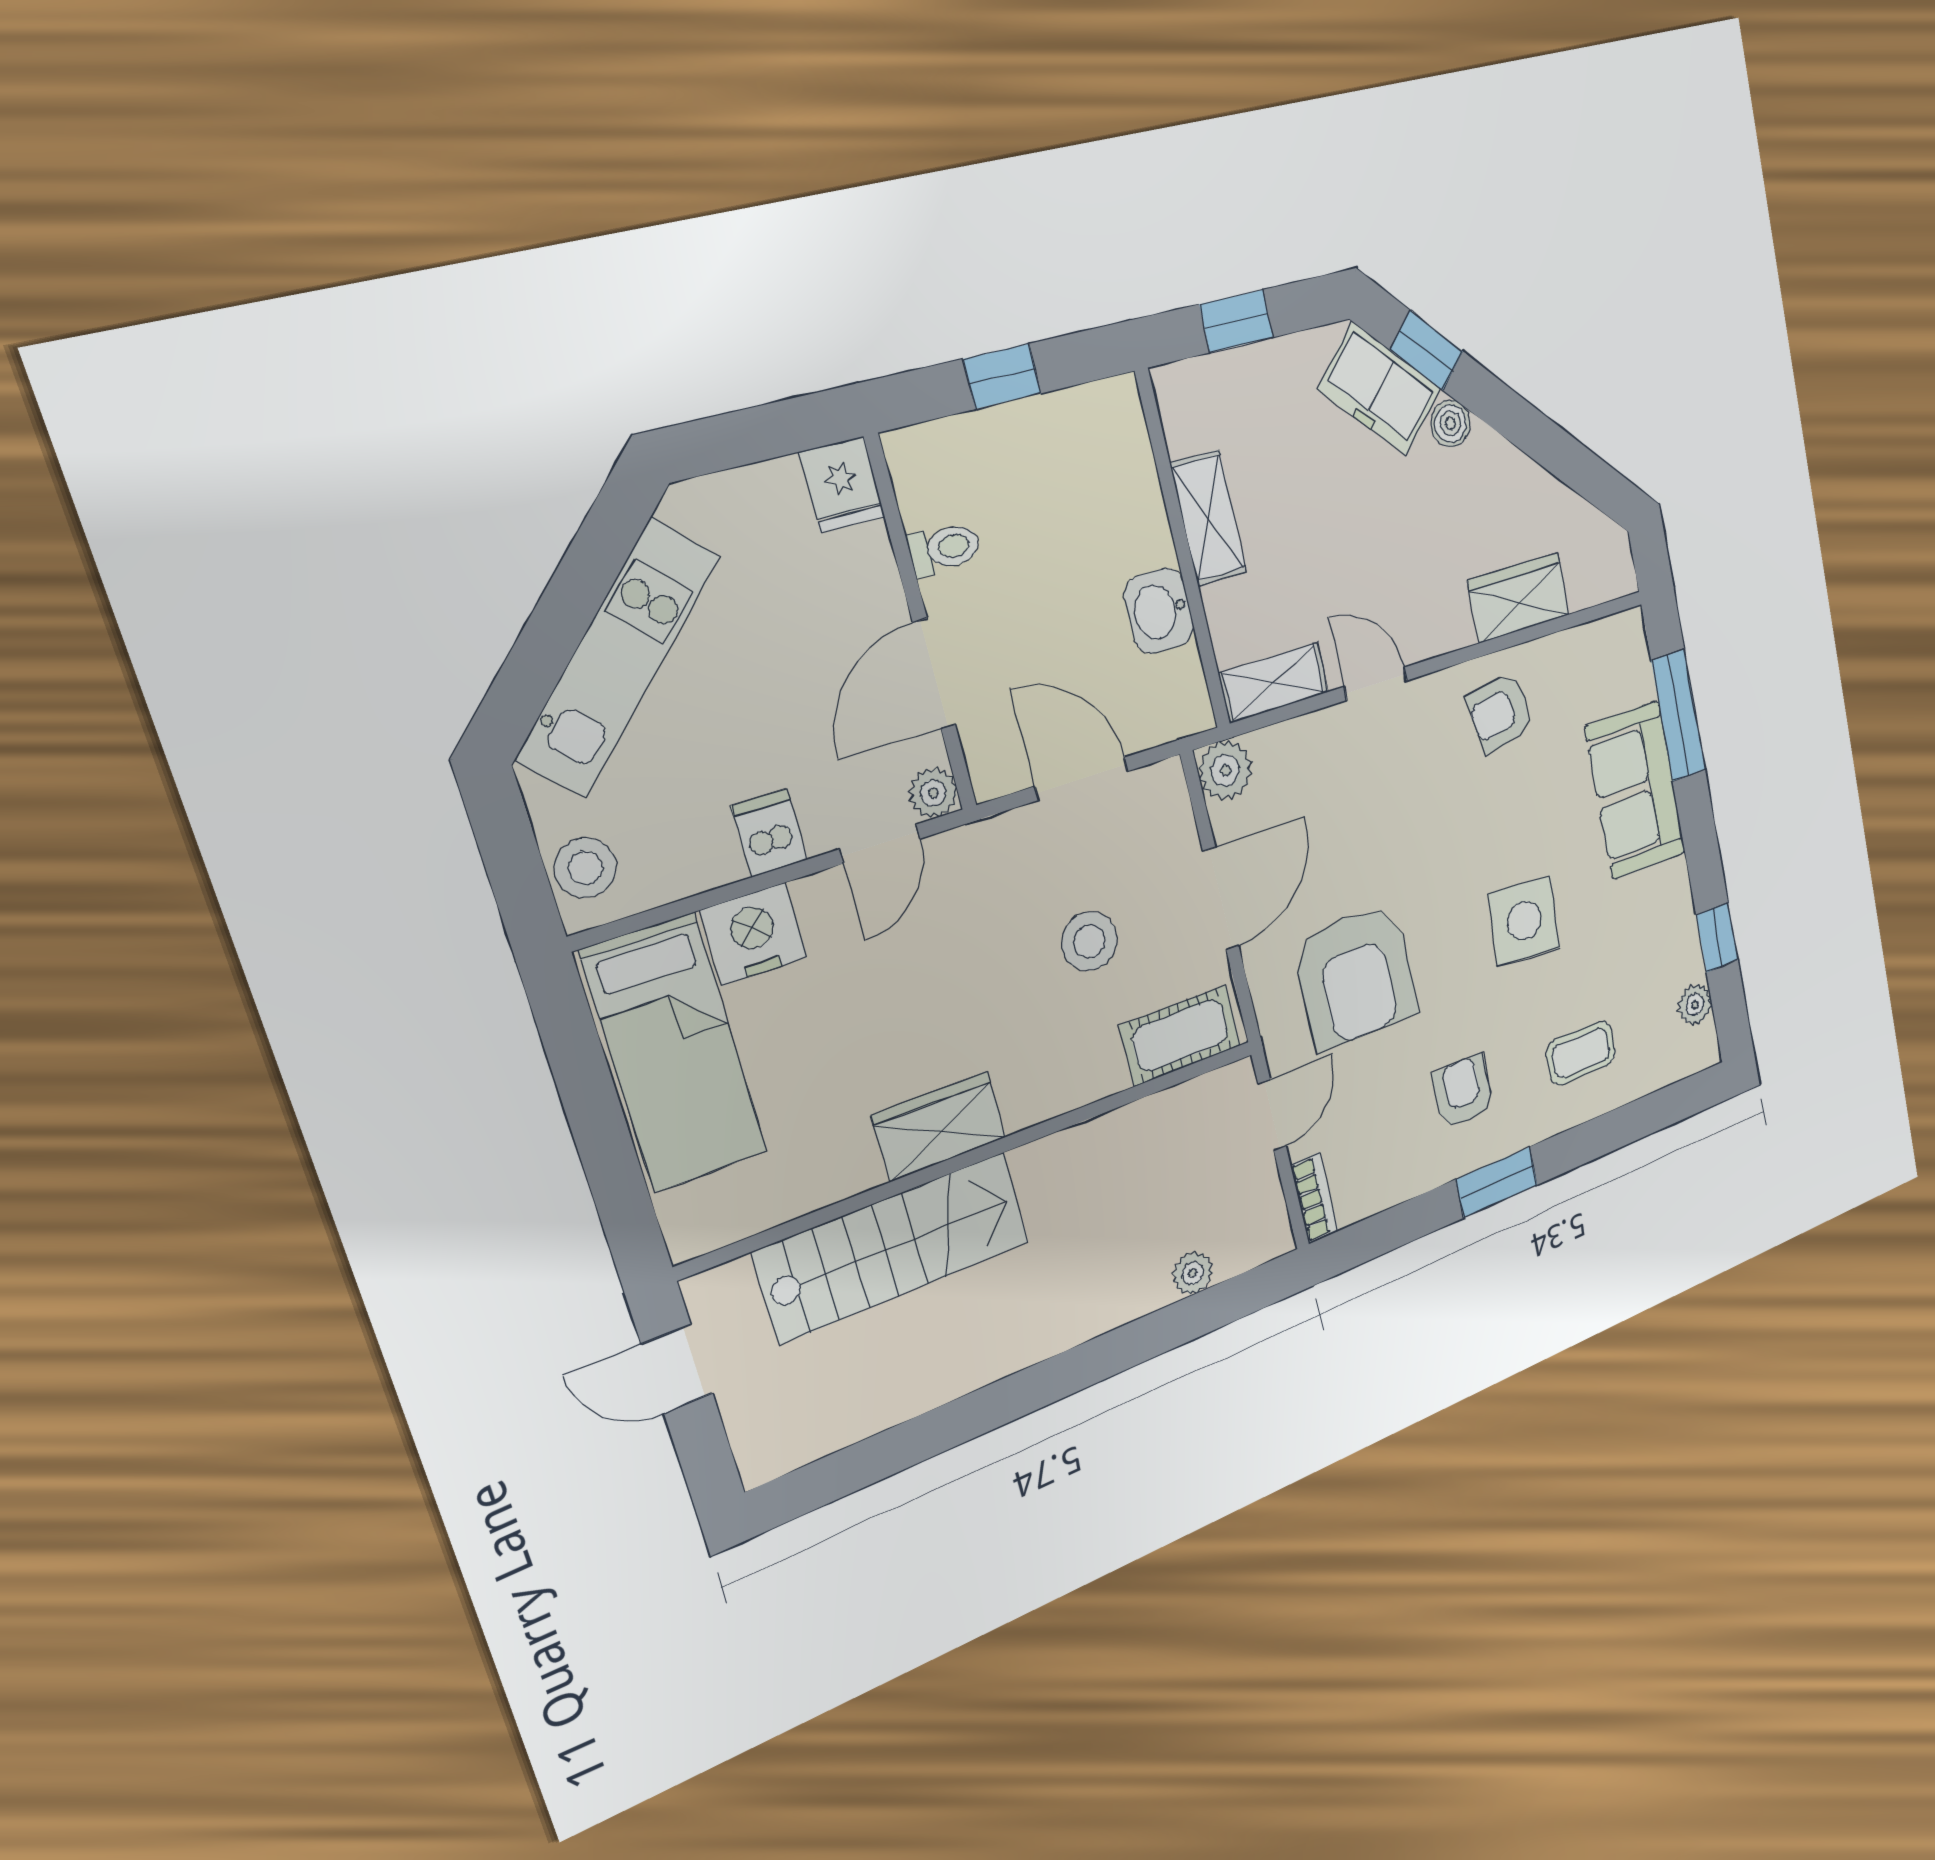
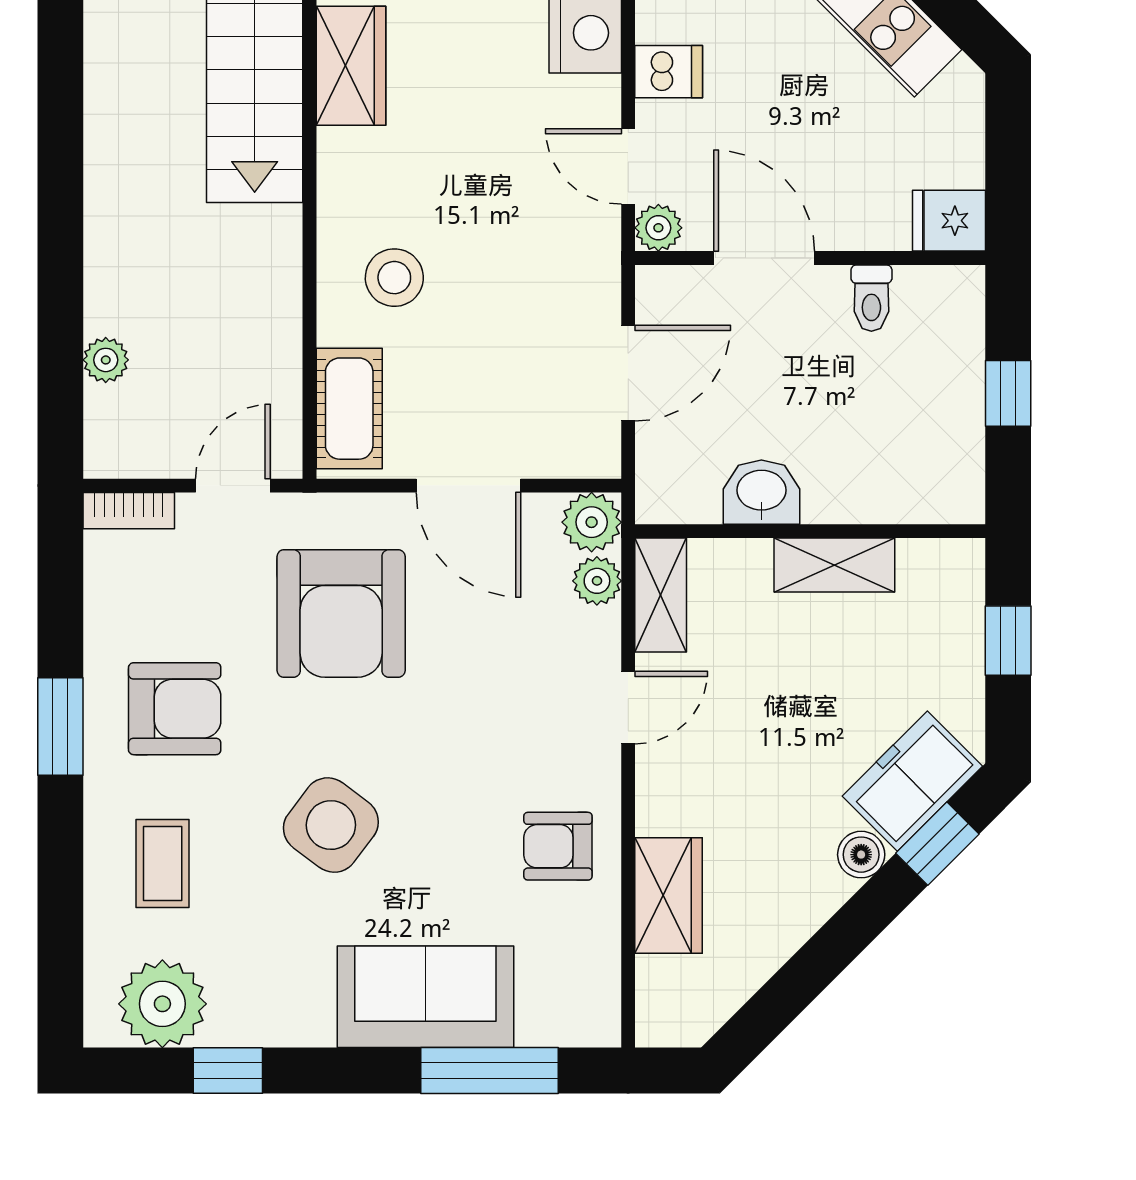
armchair: (1500, 712) -> (558, 846), turned -81
plant: (1275, 748) -> (597, 581), added
side table: (1524, 921) -> (331, 825), turned 33
stool: (1089, 941) -> (394, 278), moved
armchair: (1356, 976) -> (341, 614), turned -90
plant: (1695, 1005) -> (162, 1004), width x1.87, depth x1.87
armchair: (1463, 1092) -> (175, 709), width x1.38, depth x1.38
door: (1272, 1115) -> (233, 486), swing flipped
wardrobe: (939, 1126) -> (351, 66), moved

